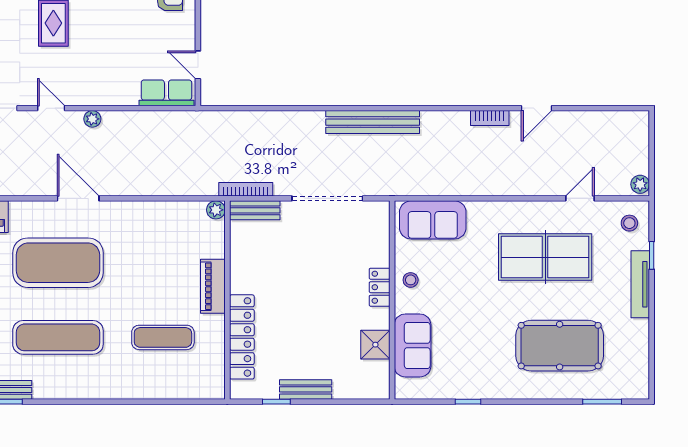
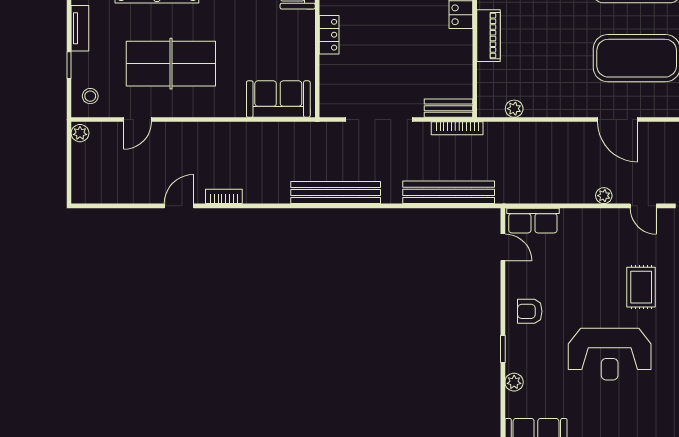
bench: (255, 122) -> (449, 192), added
plant: (216, 210) -> (514, 109), moved
stool: (411, 280) -> (299, 42), removed
tv unit: (640, 284) -> (80, 28), width x0.71

